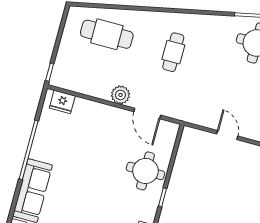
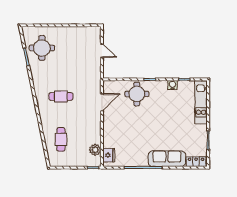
cafe table: (107, 34) -> (61, 139), width x0.73, depth x0.74
plant: (120, 95) -> (95, 150), moved
door: (227, 135) -> (102, 51), swing flipped

